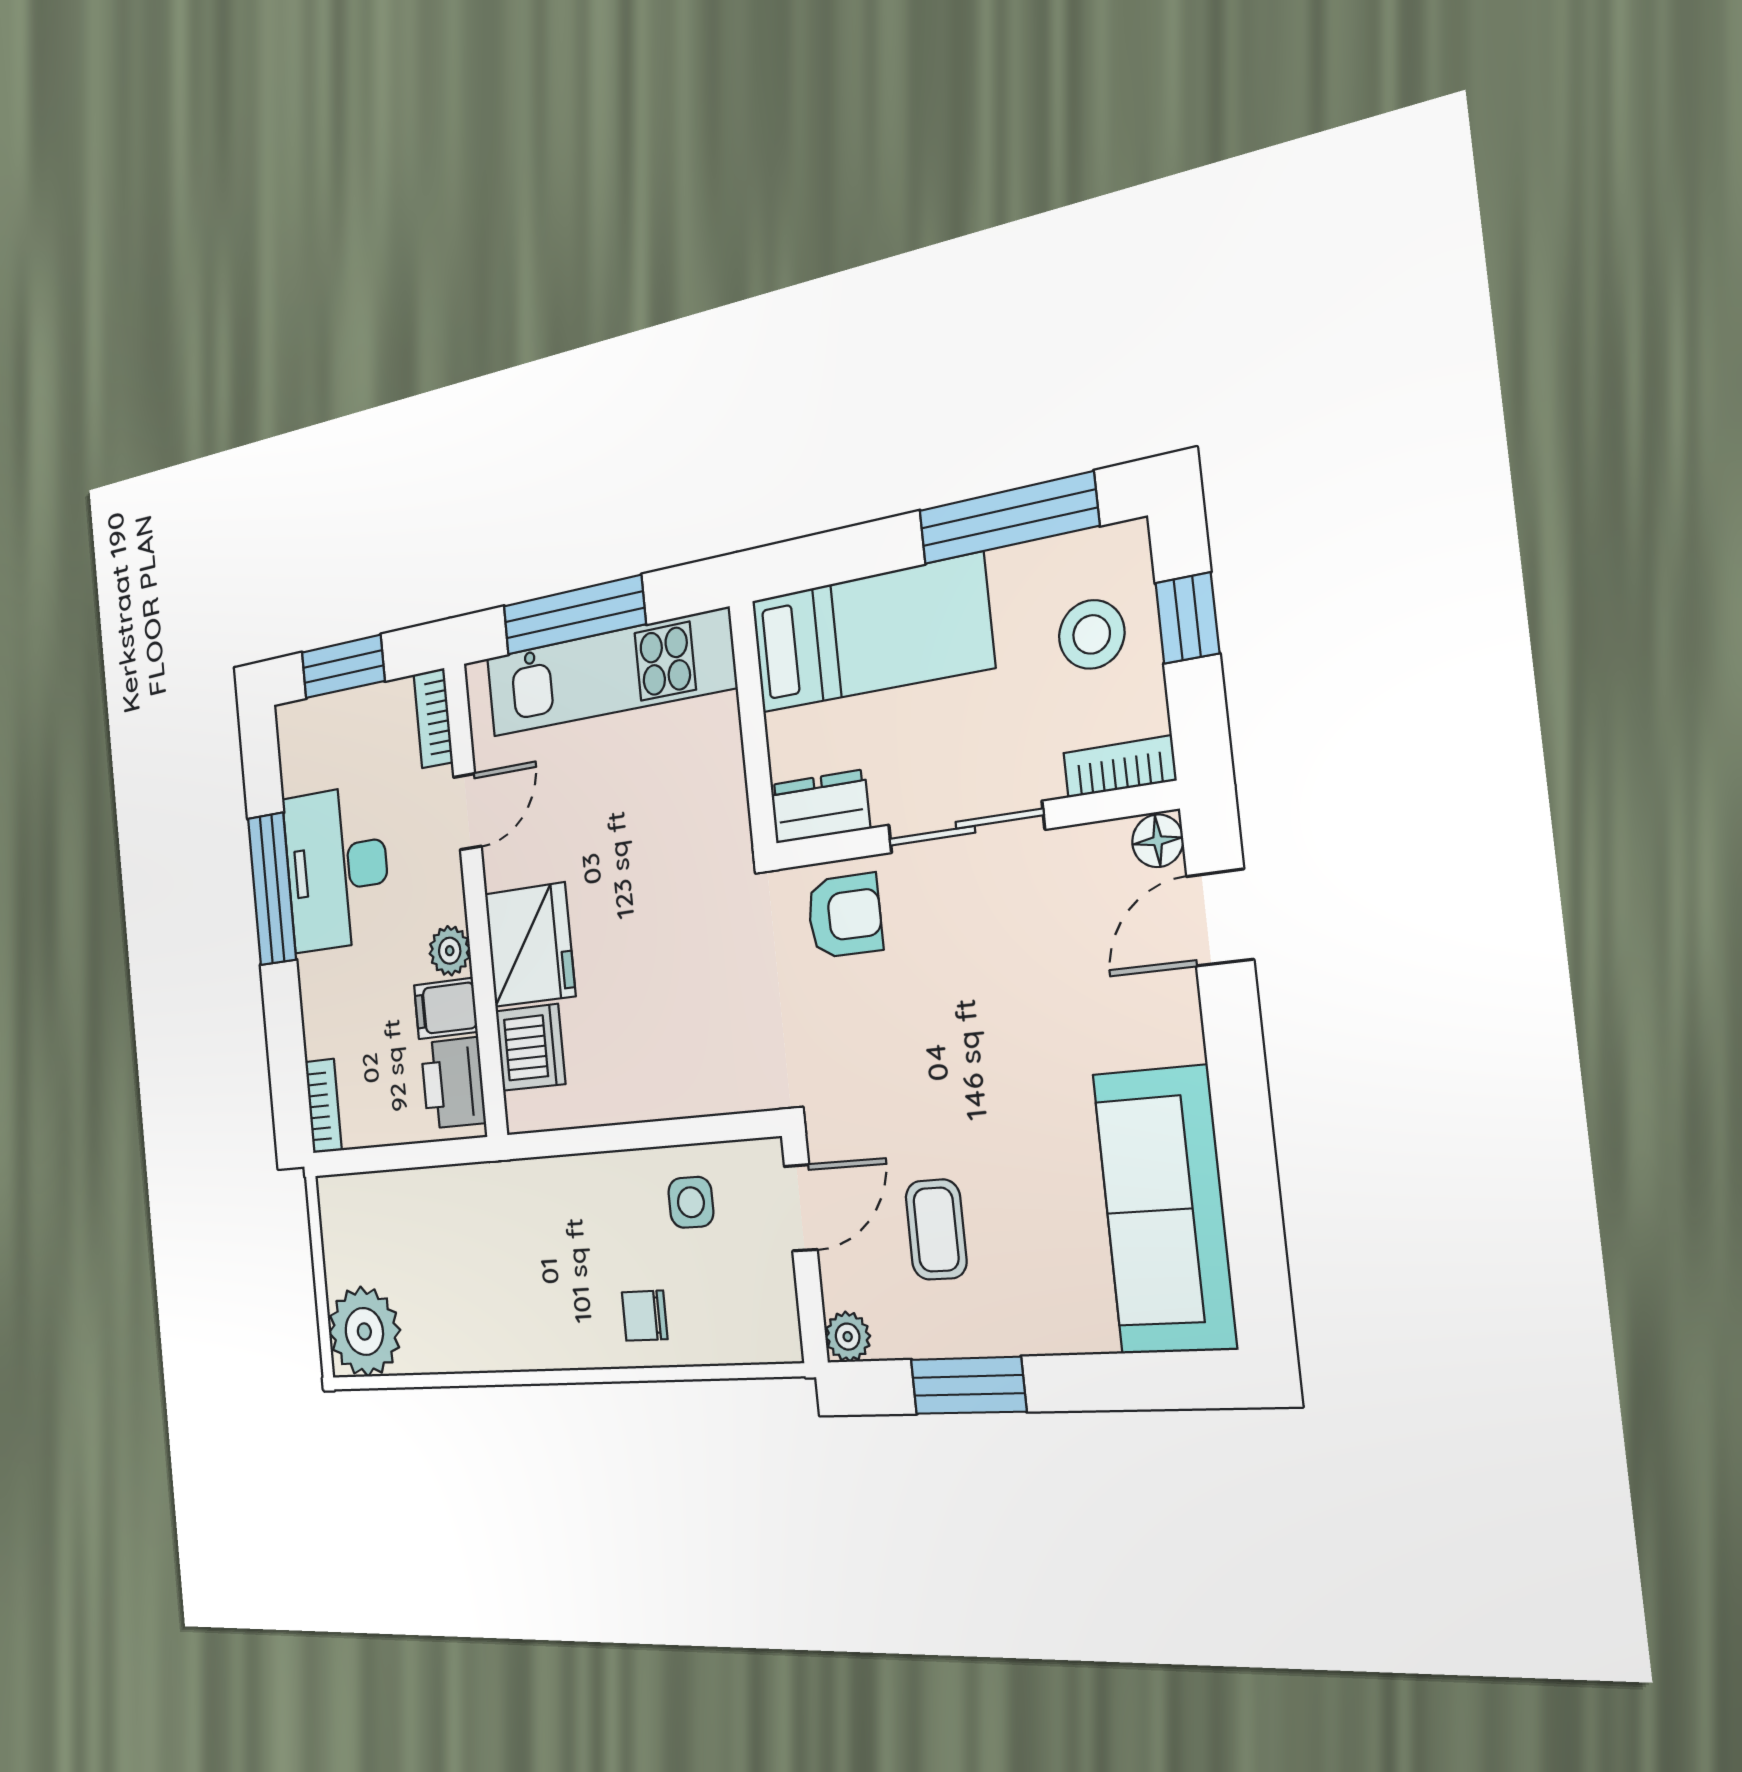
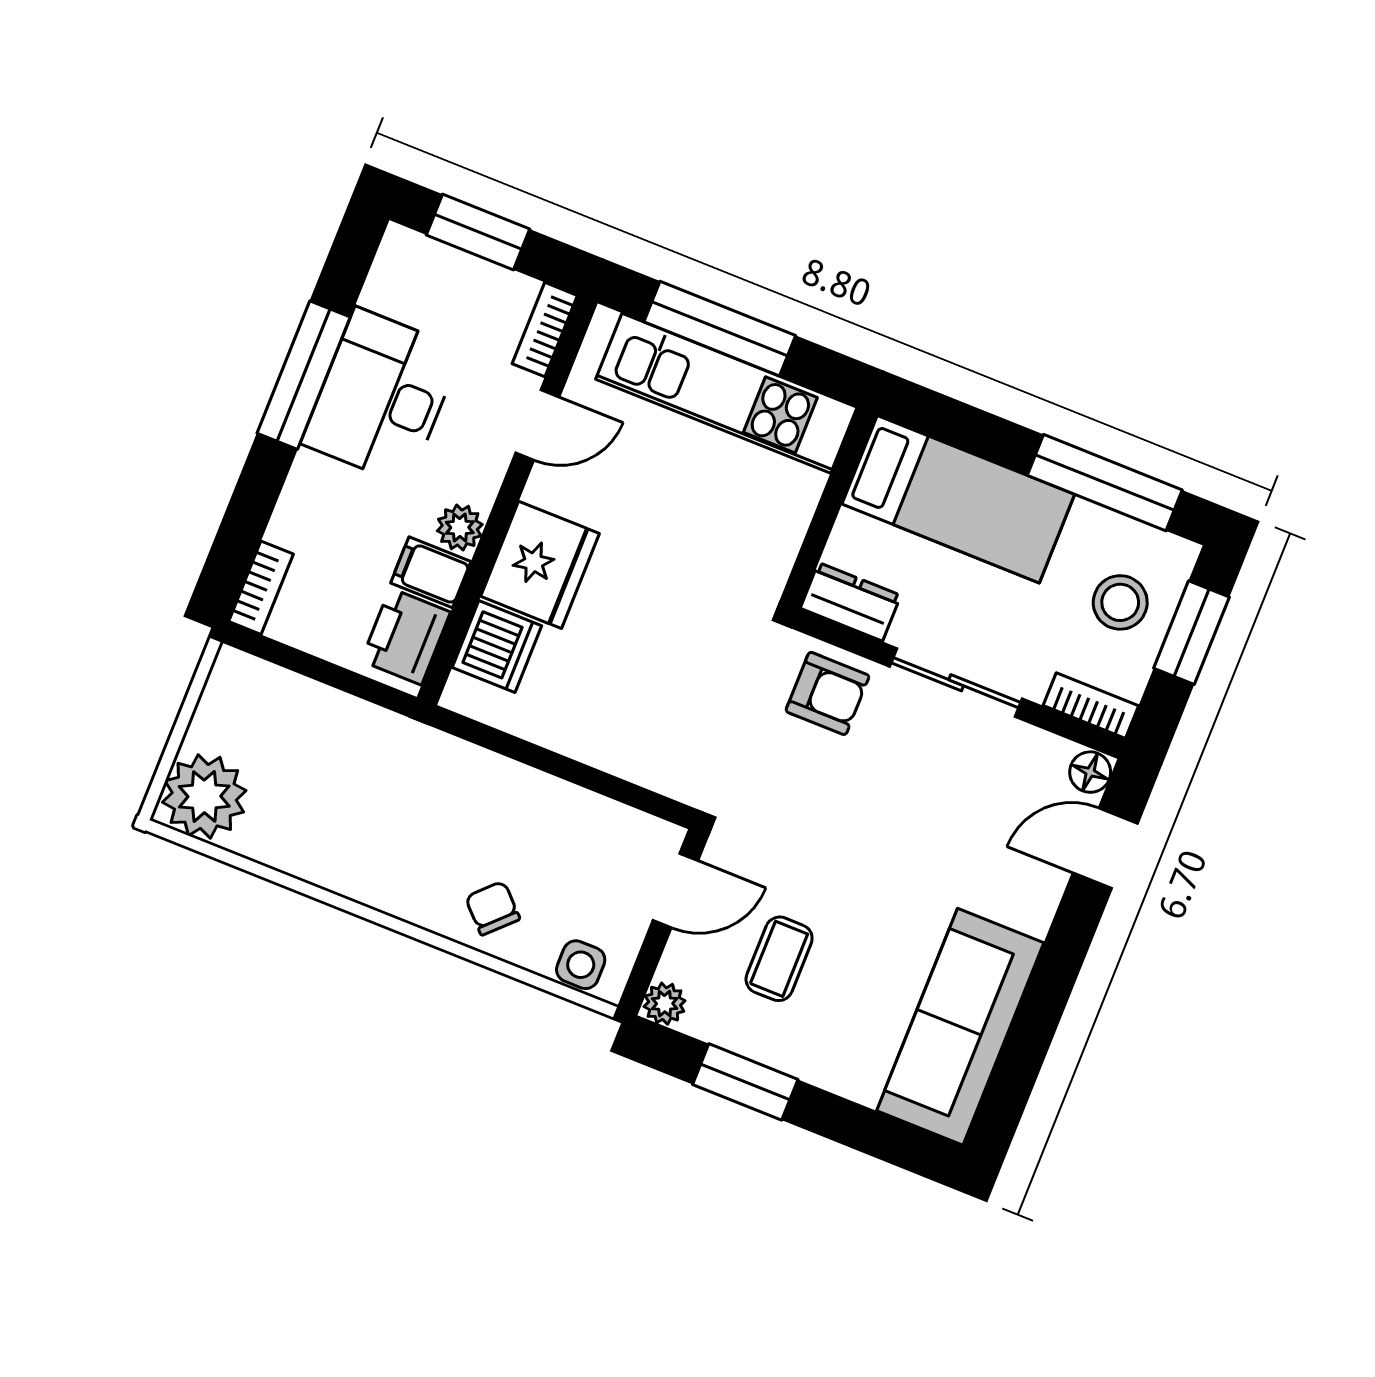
window: (1187, 618) -> (1191, 633), width x1.50
side table: (691, 1202) -> (581, 965), moved
chair: (645, 1316) -> (493, 908), turned 45

